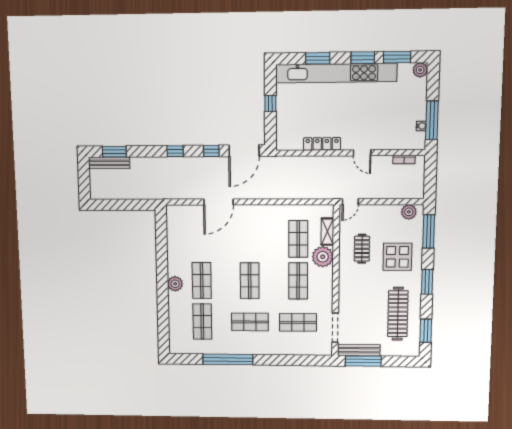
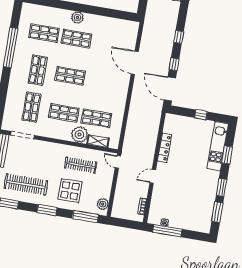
plant: (420, 70) -> (205, 227), removed
kitchen unit: (336, 73) -> (218, 146), width x0.54
clothes rail: (362, 249) -> (81, 165), width x1.36

